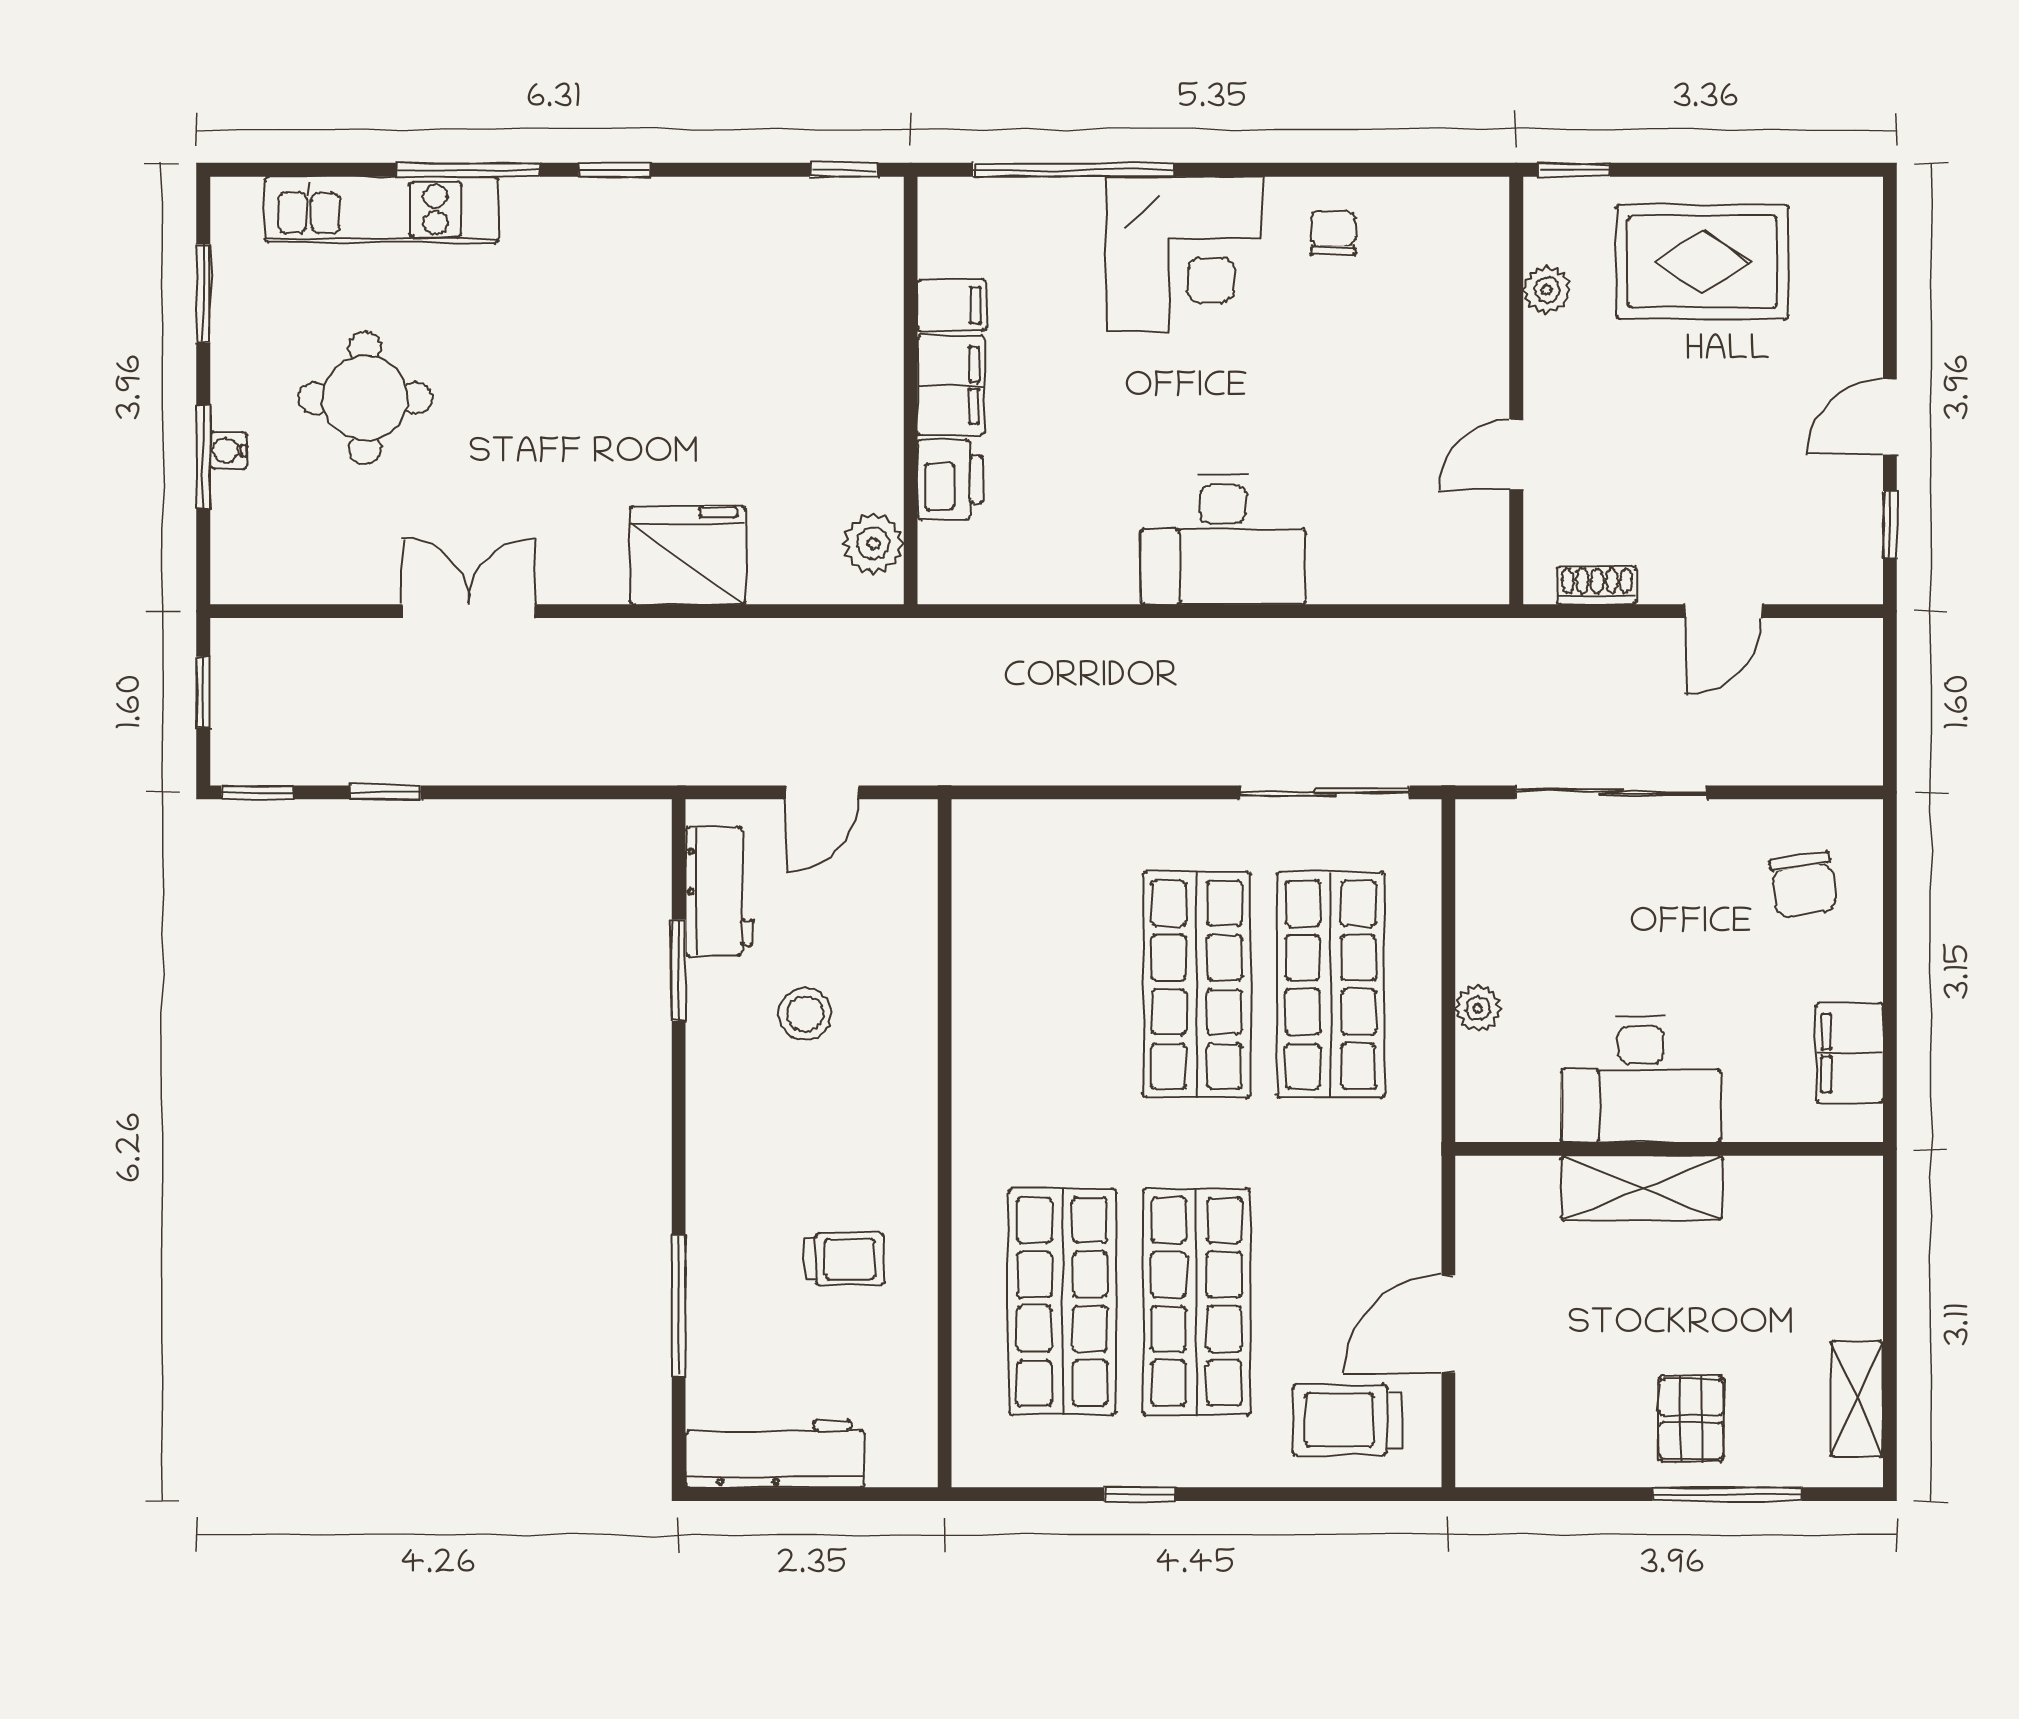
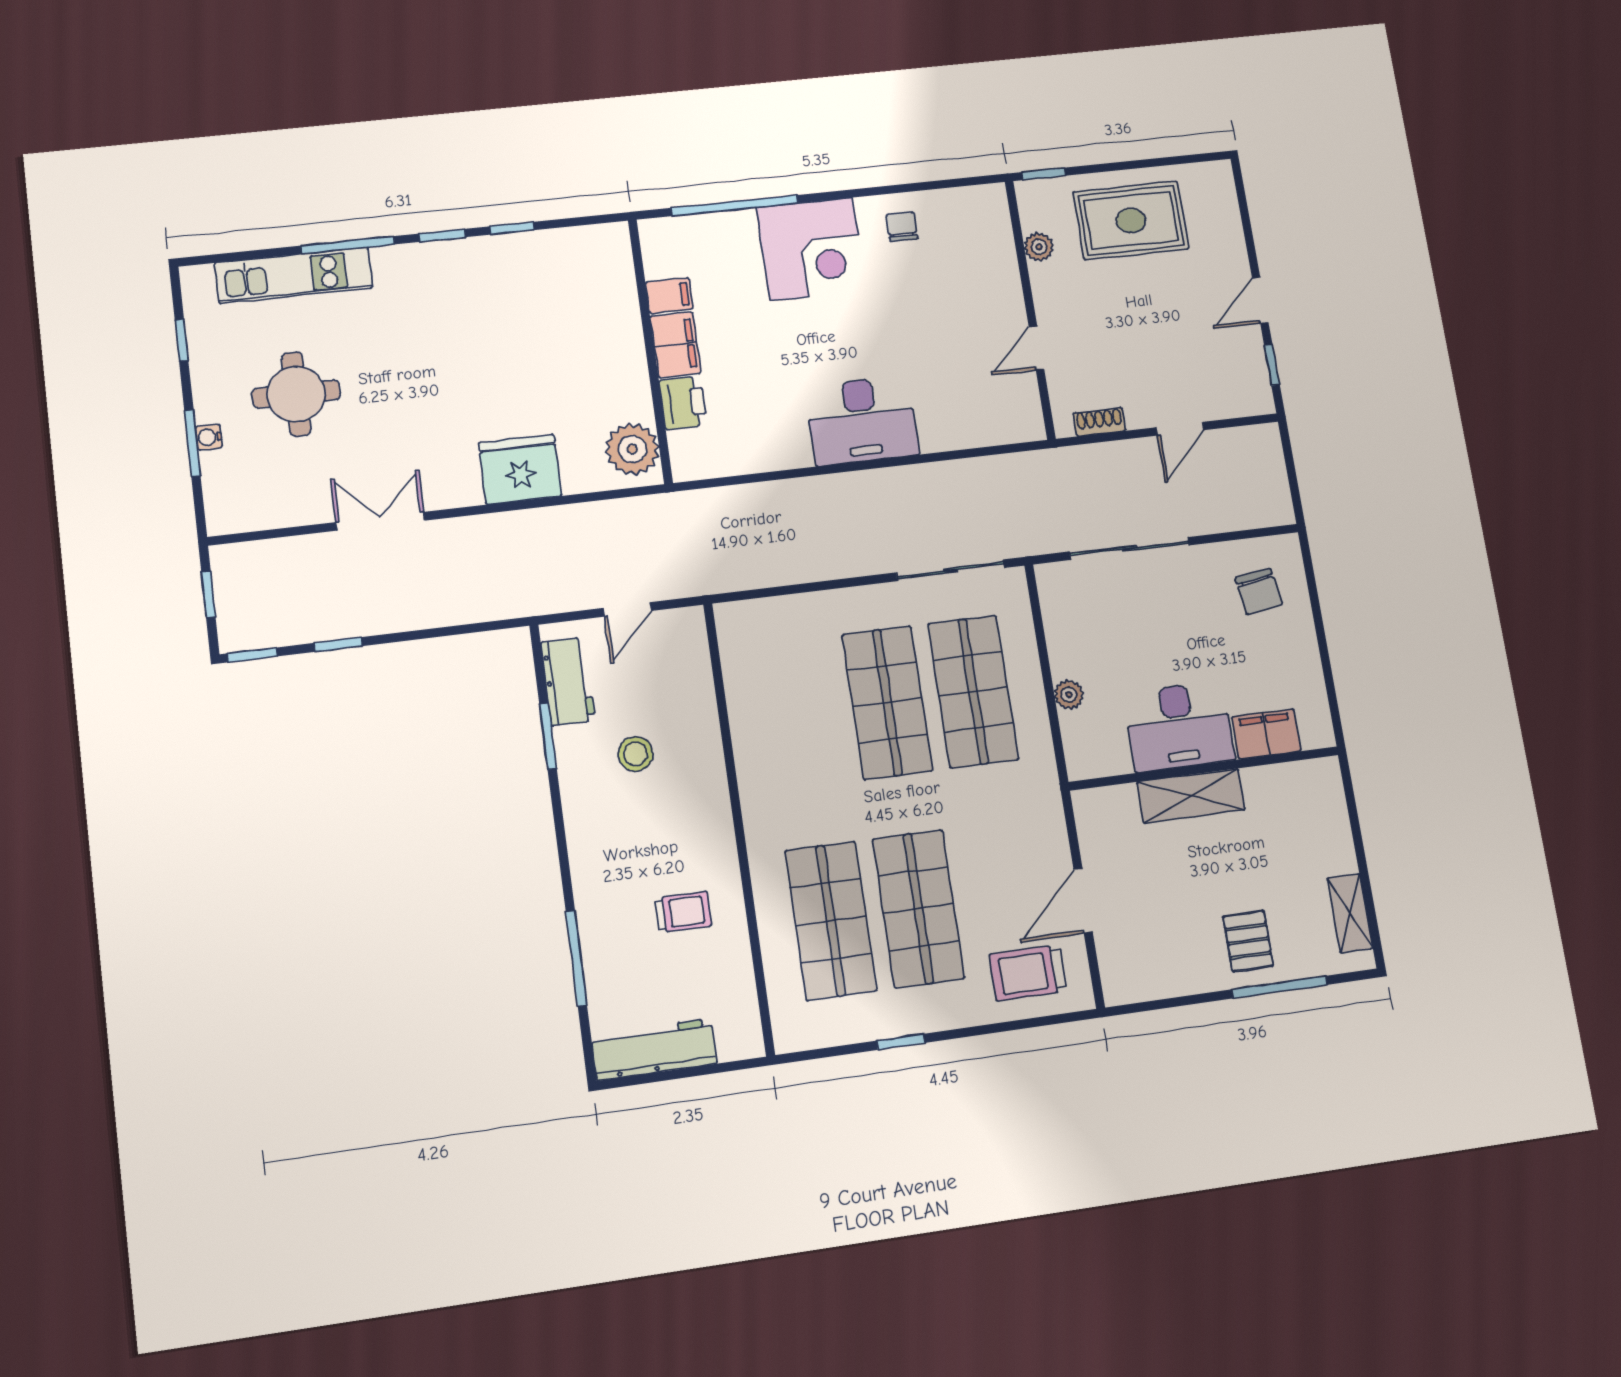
window: (844, 170) -> (512, 228), moved
window: (203, 294) -> (182, 340), width x0.67
plant: (873, 544) -> (632, 449), width x1.36, depth x1.36
filing cabinet: (1850, 1053) -> (1266, 734), moved, turned 90

